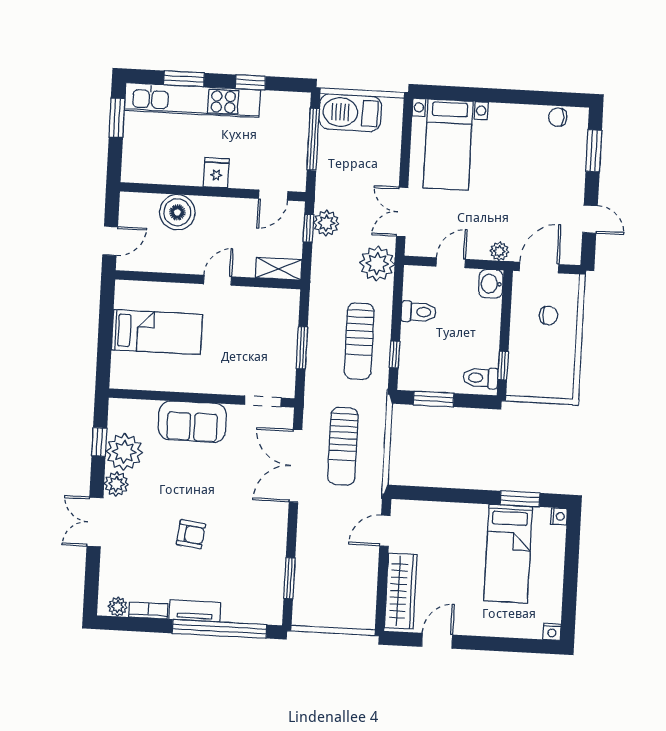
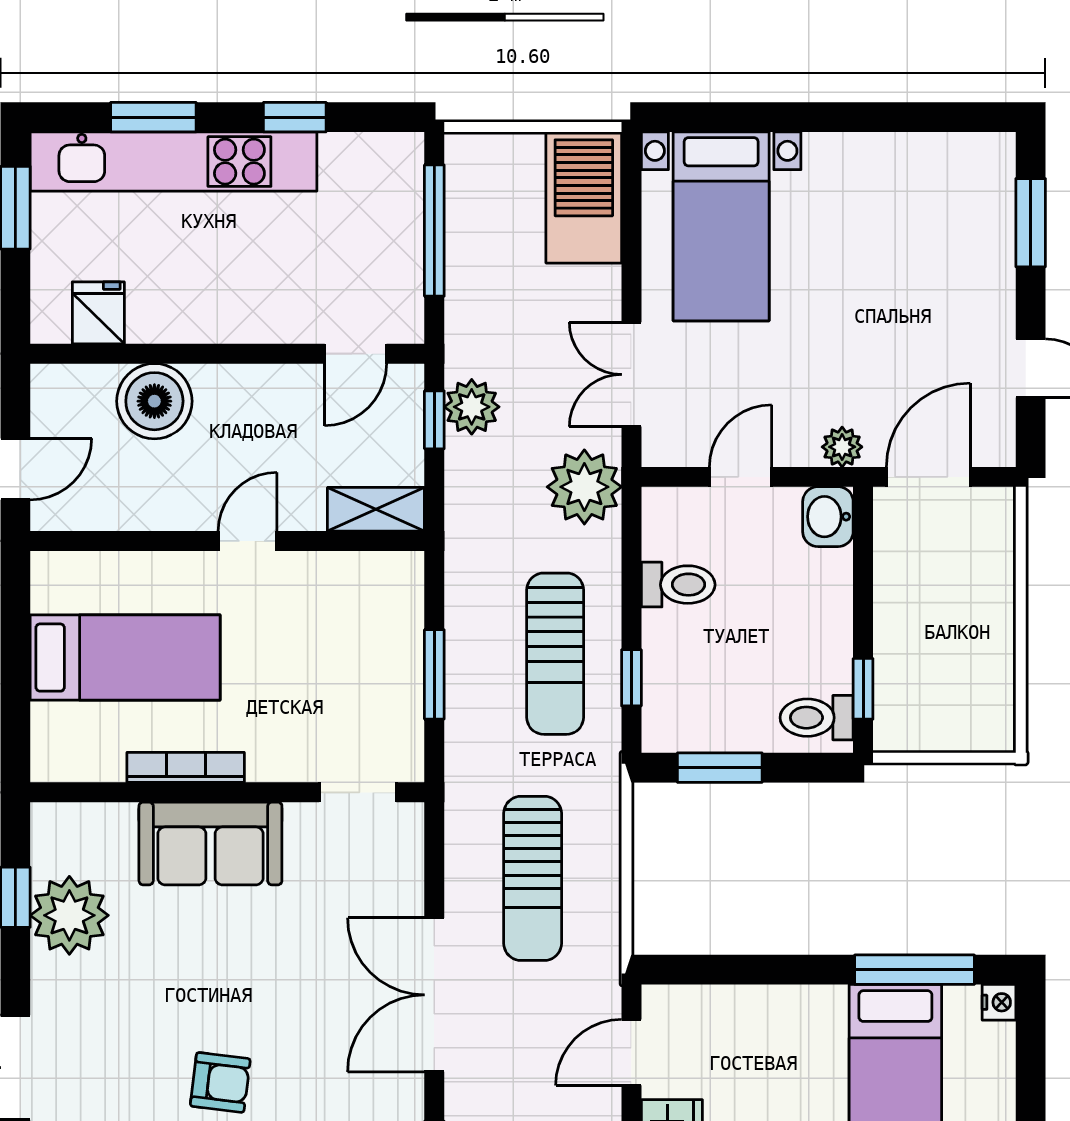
barbecue: (350, 113) -> (584, 197), moved, turned 90
chair: (558, 117) -> (951, 156), removed
fridge: (216, 173) -> (98, 313), moved
chair: (548, 315) -> (954, 577), removed
bookcase: (183, 385) -> (186, 767), added
double door: (296, 466) -> (434, 995), moved
plant: (116, 484) -> (56, 984), removed
window: (520, 499) -> (915, 970), width x1.44

